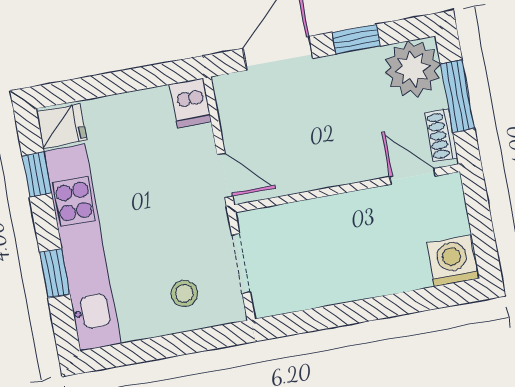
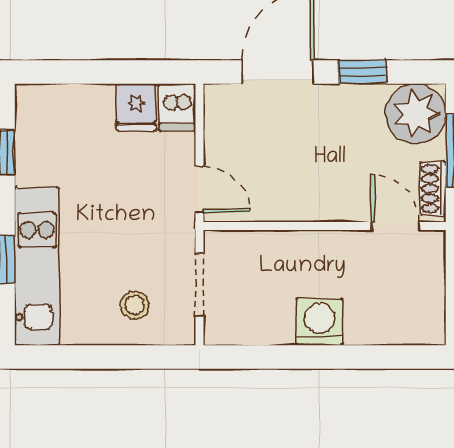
fridge: (62, 126) -> (136, 107), moved, turned 90
kitchen unit: (82, 247) -> (37, 266), width x0.73
washing machine: (452, 261) -> (320, 322), moved

